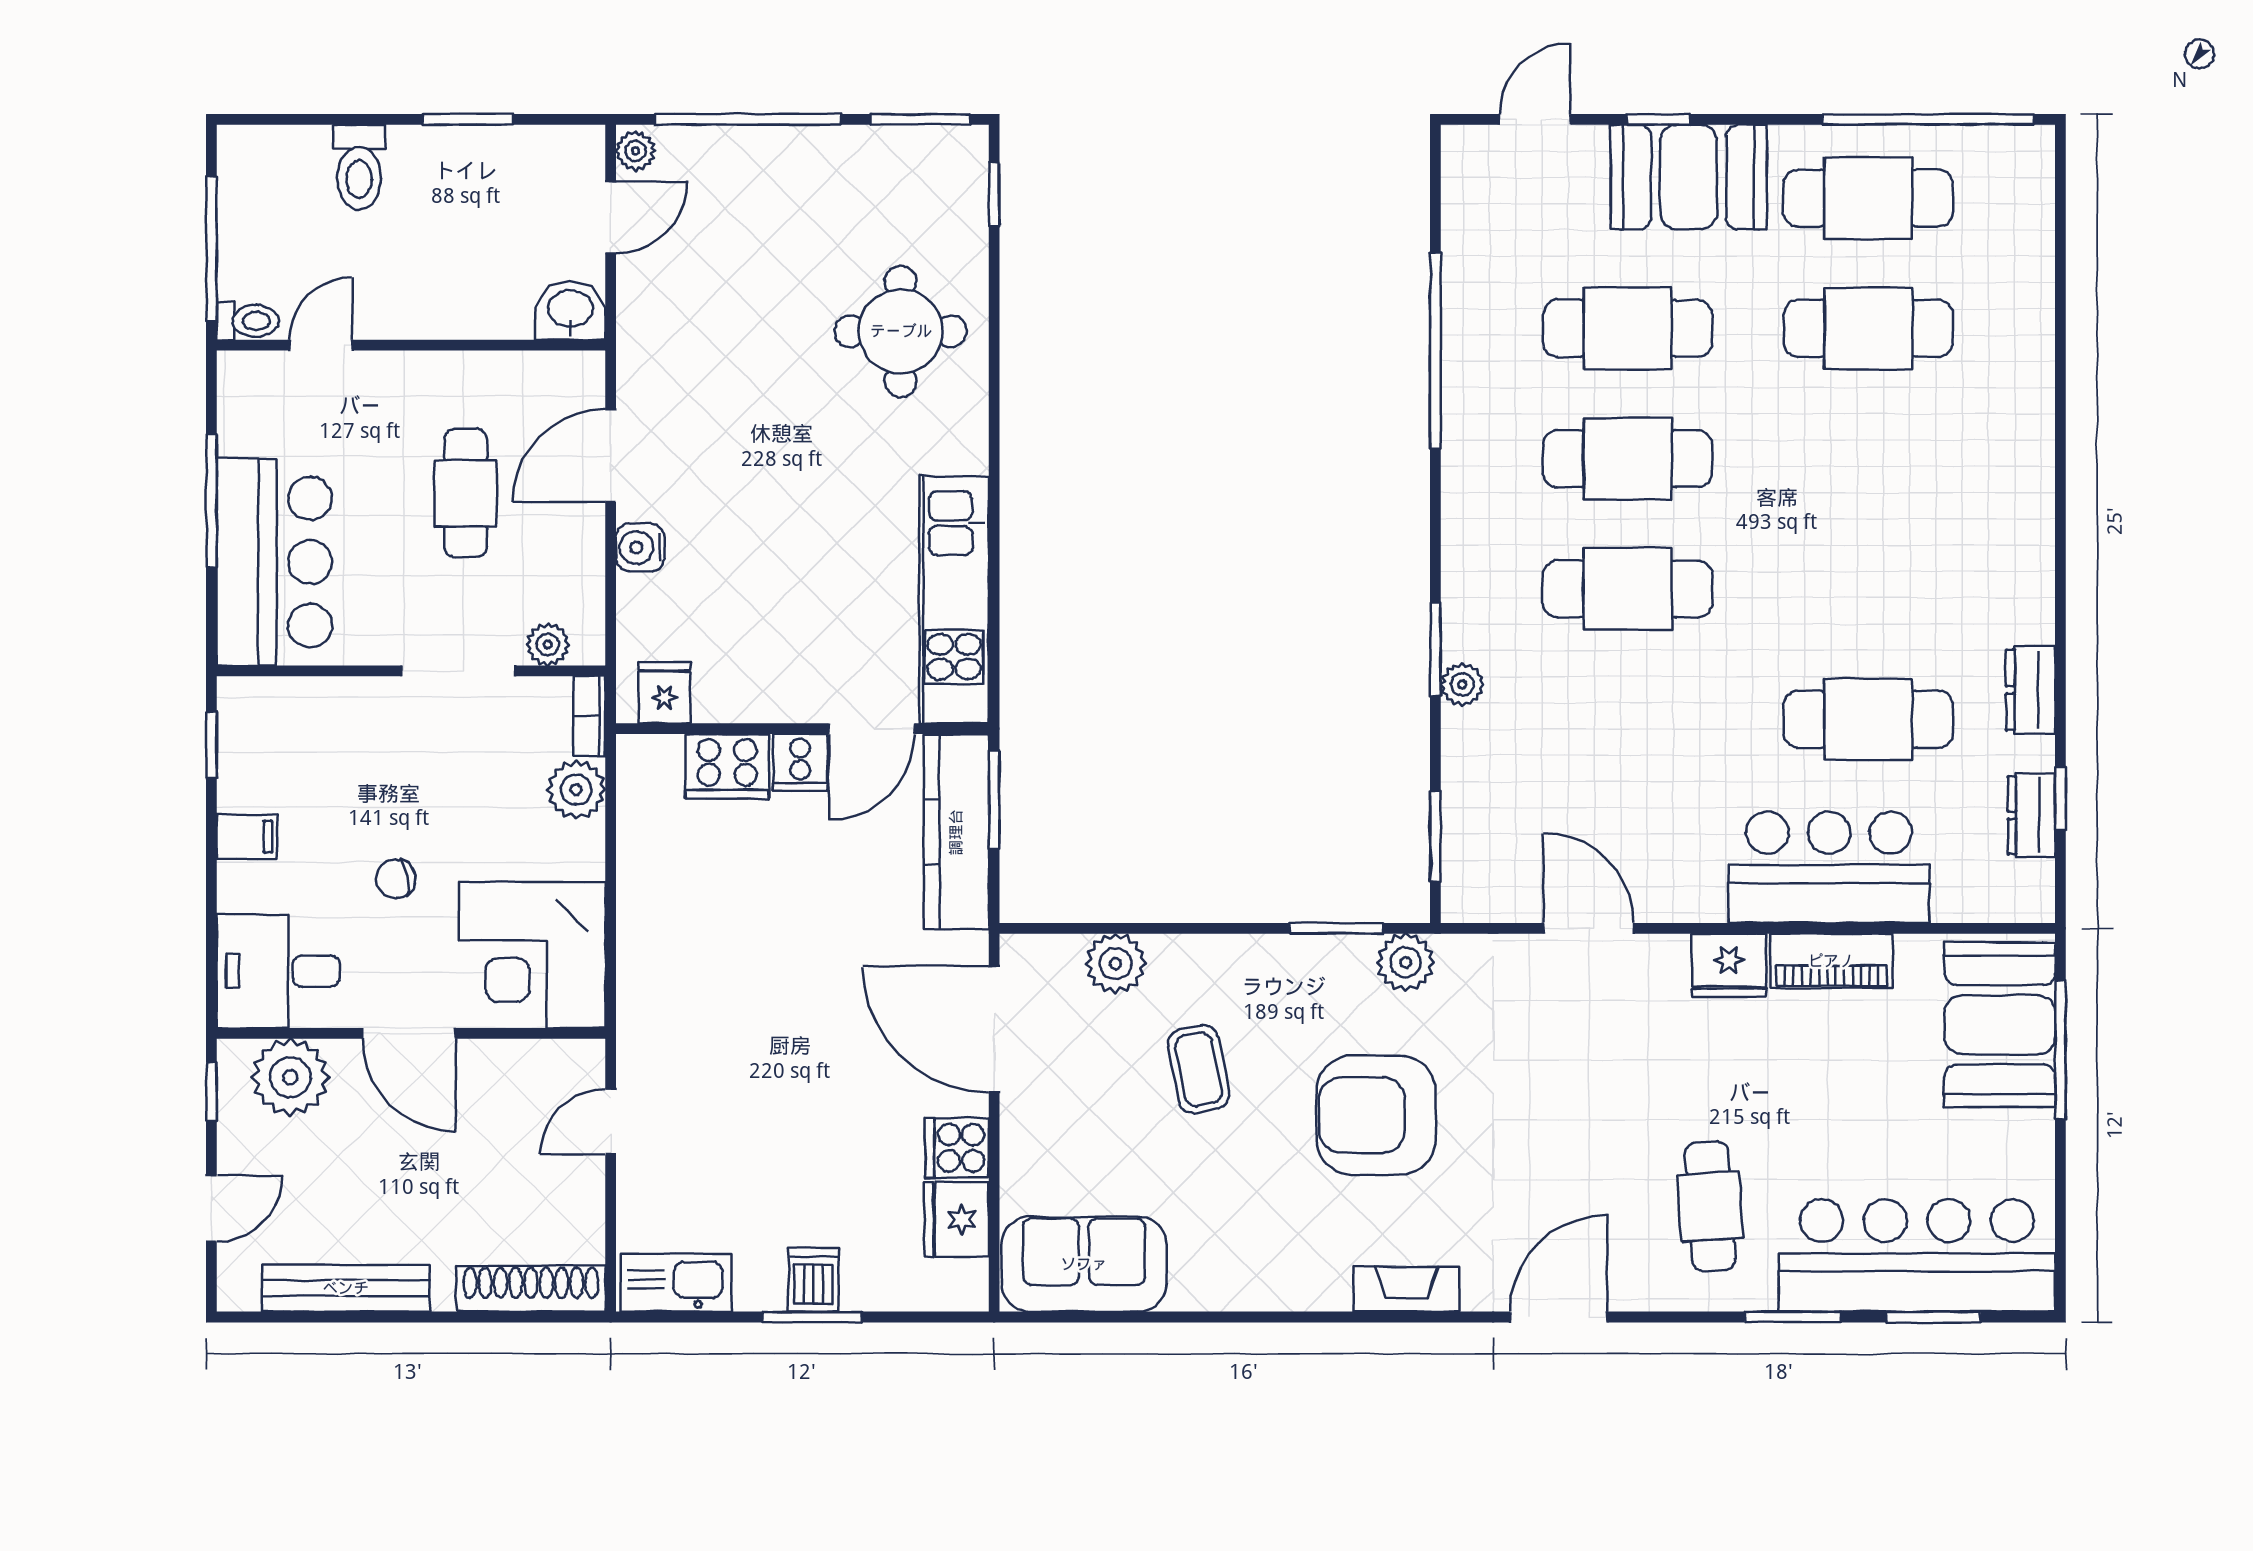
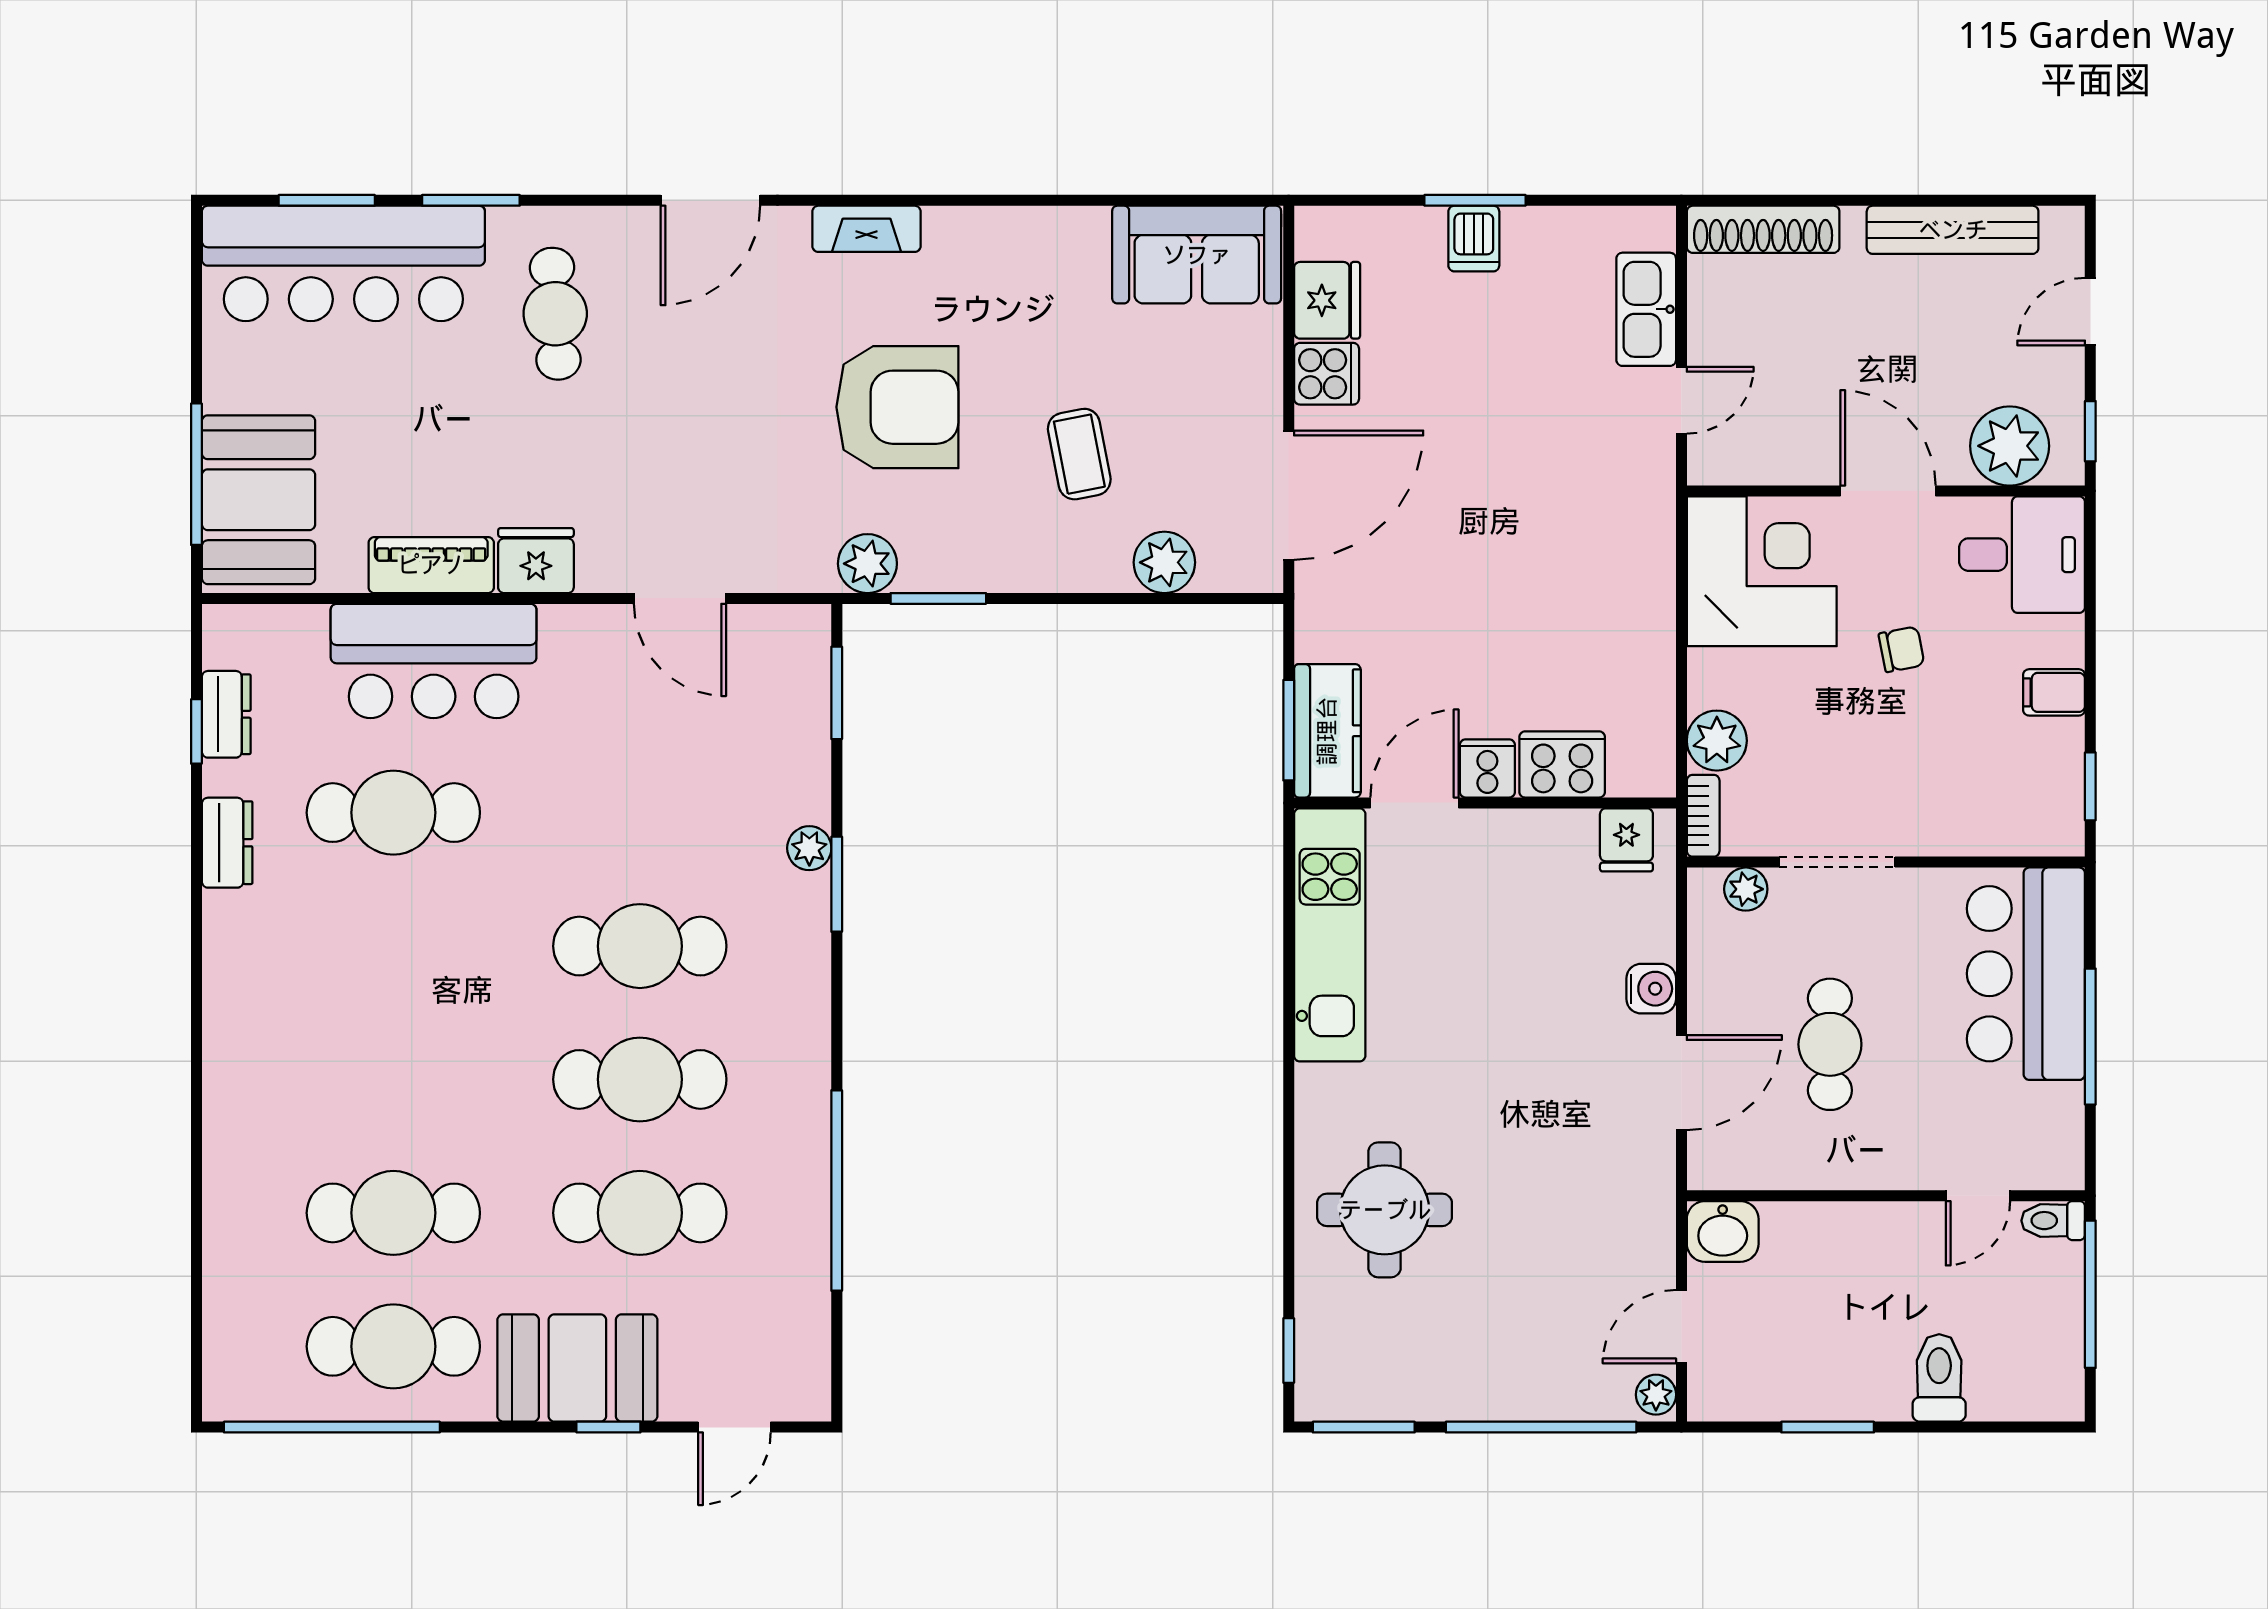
kitchen counter: (956, 832) -> (1327, 731), width x0.67
door: (994, 1029) -> (1289, 495), hinge flipped
kitchen sink: (676, 1283) -> (1646, 309), moved, turned 90

